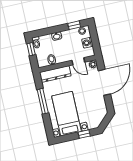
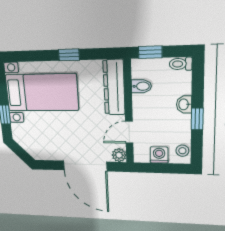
window: (74, 25) -> (197, 119), moved
window: (31, 49) -> (150, 52), moved
window: (43, 101) -> (69, 55), width x0.46

